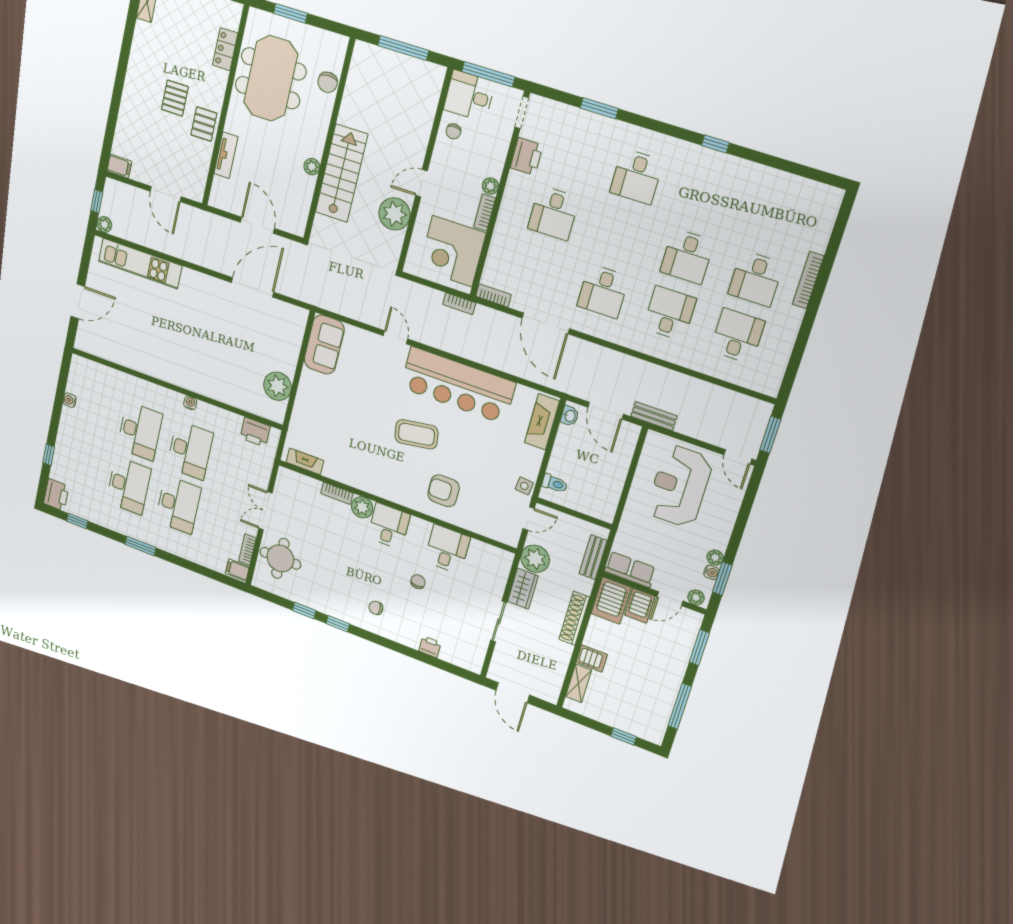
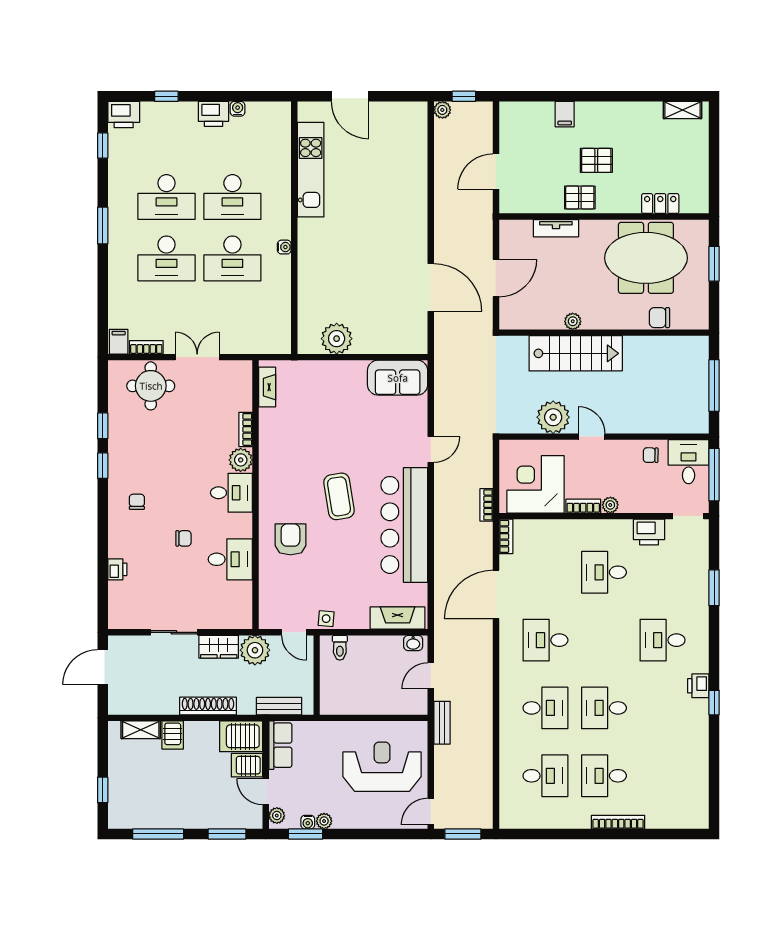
printer: (693, 155) -> (698, 686), added
filing cabinet: (119, 166) -> (565, 114), moved
kitchen unit: (140, 264) -> (311, 170), moved, turned 180
door: (606, 411) -> (431, 676), width x0.73
printer: (255, 432) -> (213, 114), moved, turned -90

